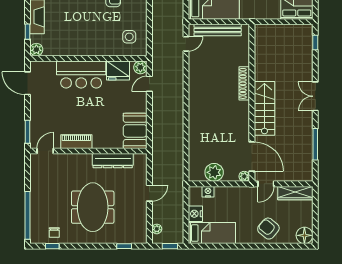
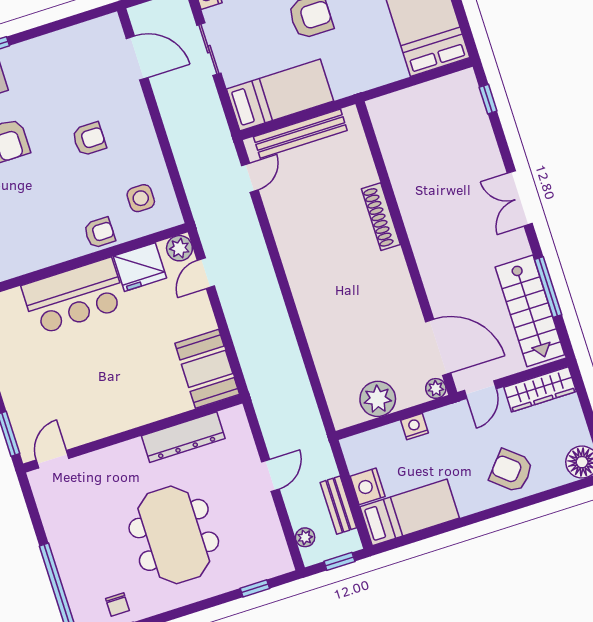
armchair: (104, 47) -> (99, 233), added
stairs: (264, 108) -> (530, 311), moved, turned 180
piano: (76, 142) -> (105, 423), removed
nightstand: (208, 192) -> (415, 427), moved
bench: (178, 218) -> (338, 505), added

